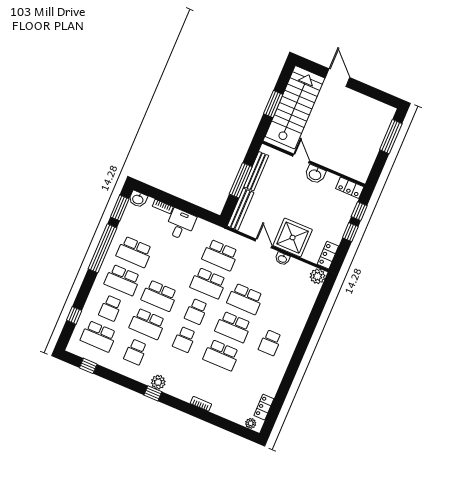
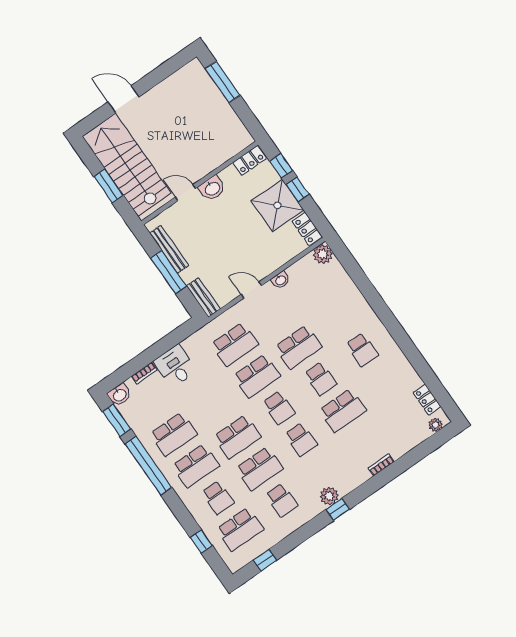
bench: (240, 209) -> (203, 298), width x0.73
shower: (293, 238) -> (277, 205), moved
school desk: (233, 327) -> (321, 379), width x0.54

